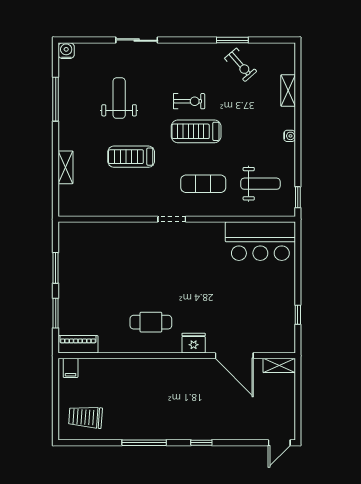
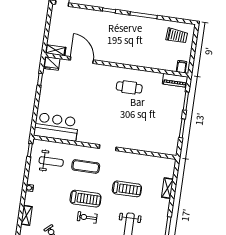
weight bench: (260, 184) -> (51, 162), turned 180
fridge: (194, 343) -> (52, 64), moved

